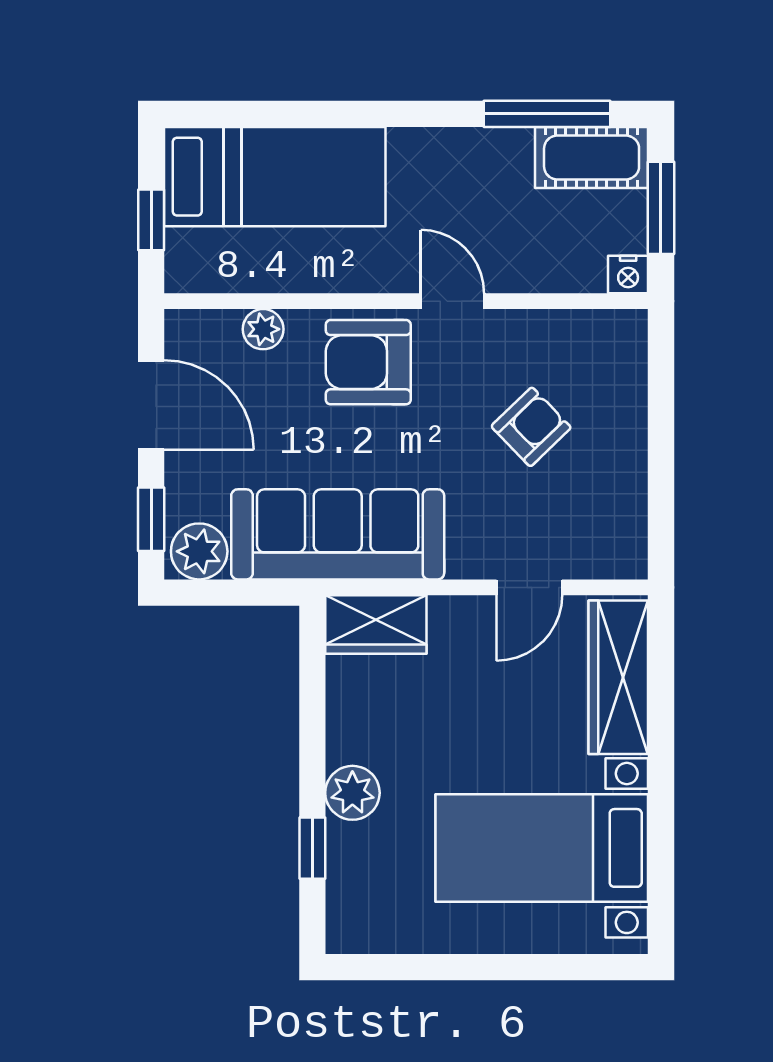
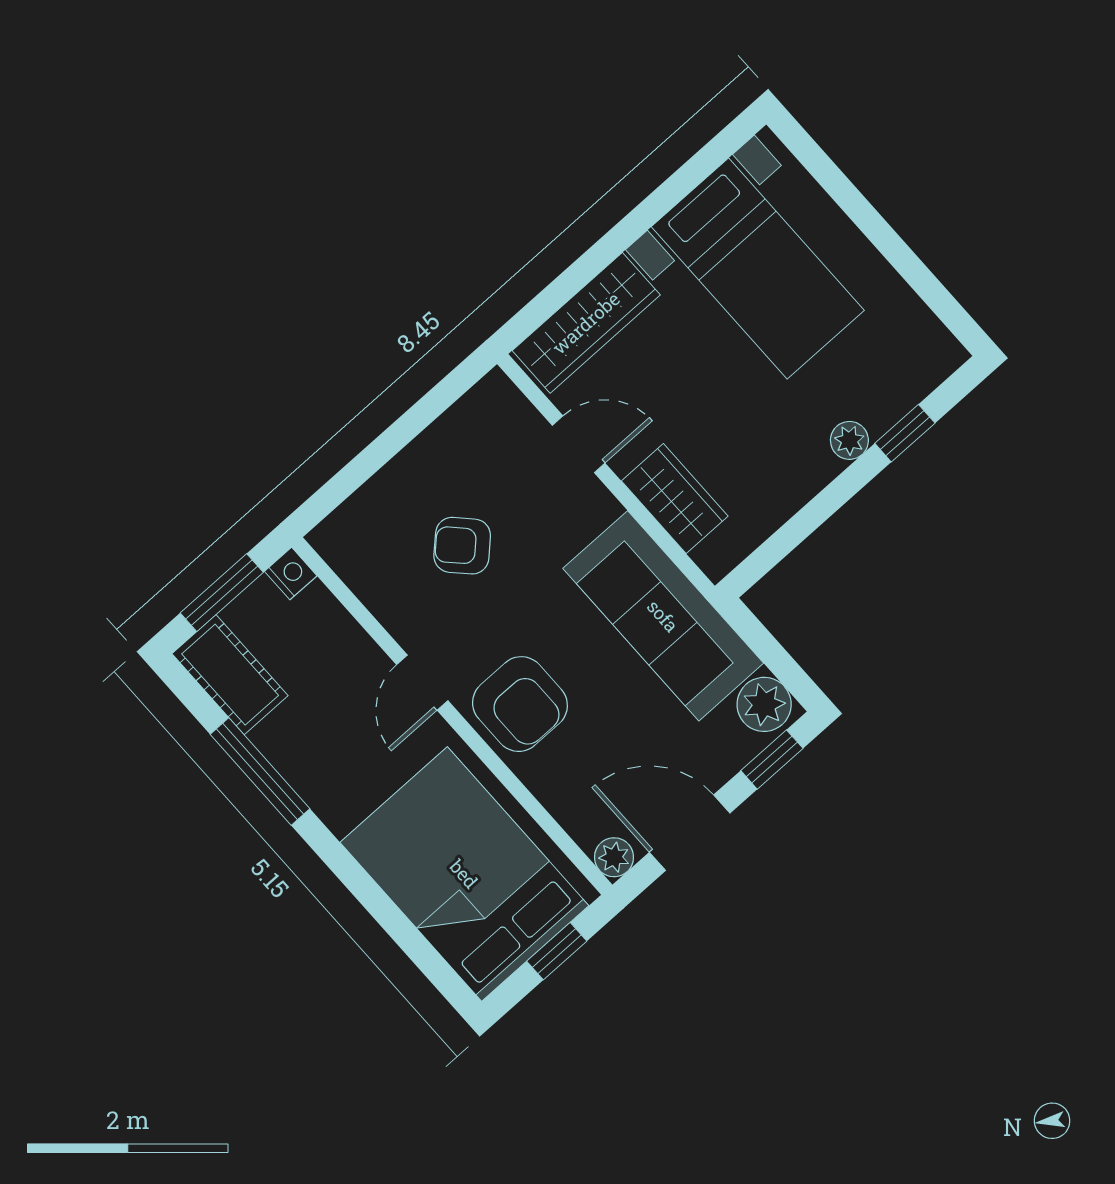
window: (547, 114) -> (260, 771), moved
bed: (275, 177) -> (464, 874), width x1.50
plant: (263, 329) -> (614, 857), moved
door: (151, 405) -> (690, 833), hinge flipped
wardrobe: (376, 624) -> (675, 499), moved
plant: (352, 793) -> (849, 440), width x0.73, depth x0.73

